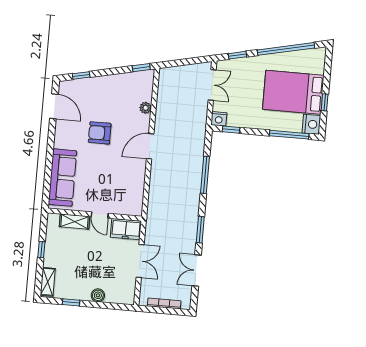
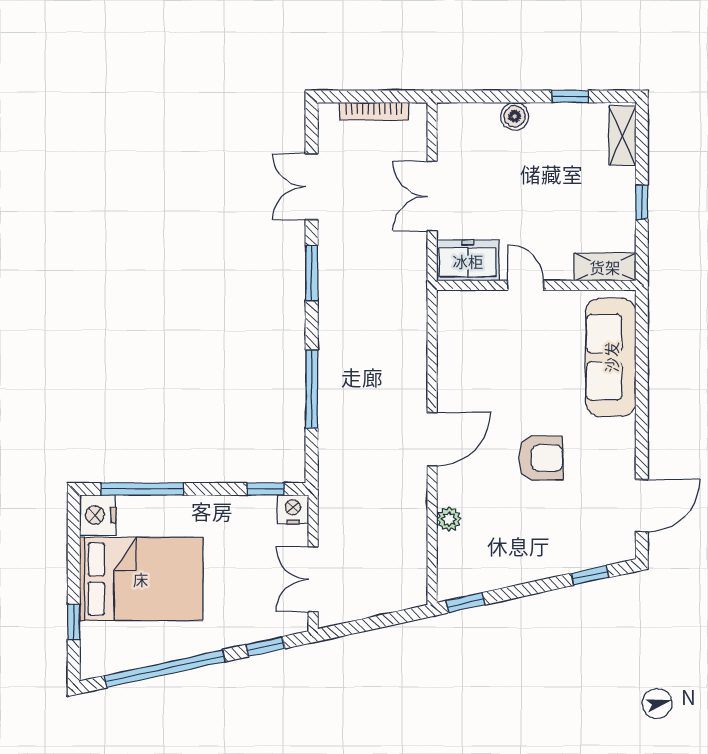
window: (325, 102) -> (74, 622), moved
door: (54, 106) -> (642, 506), swing flipped
shelving: (74, 222) -> (605, 267), moved
double door: (197, 270) -> (312, 187), swing flipped

